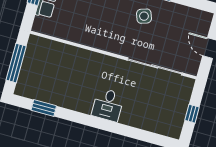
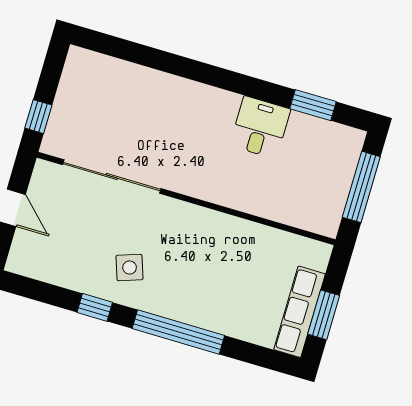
desk: (108, 105) -> (260, 127), moved
window: (192, 114) -> (38, 117), moved

